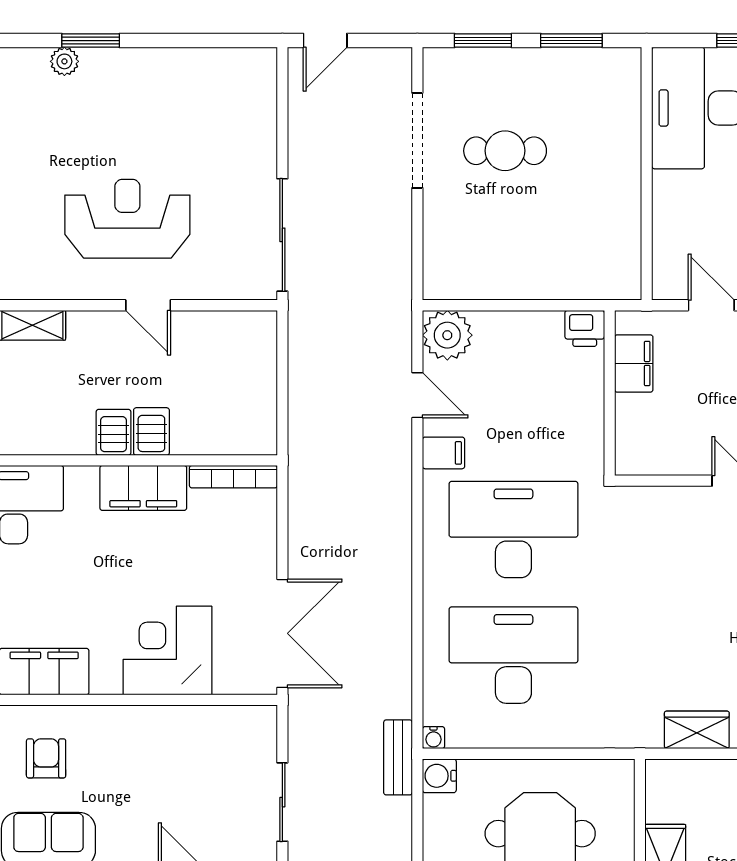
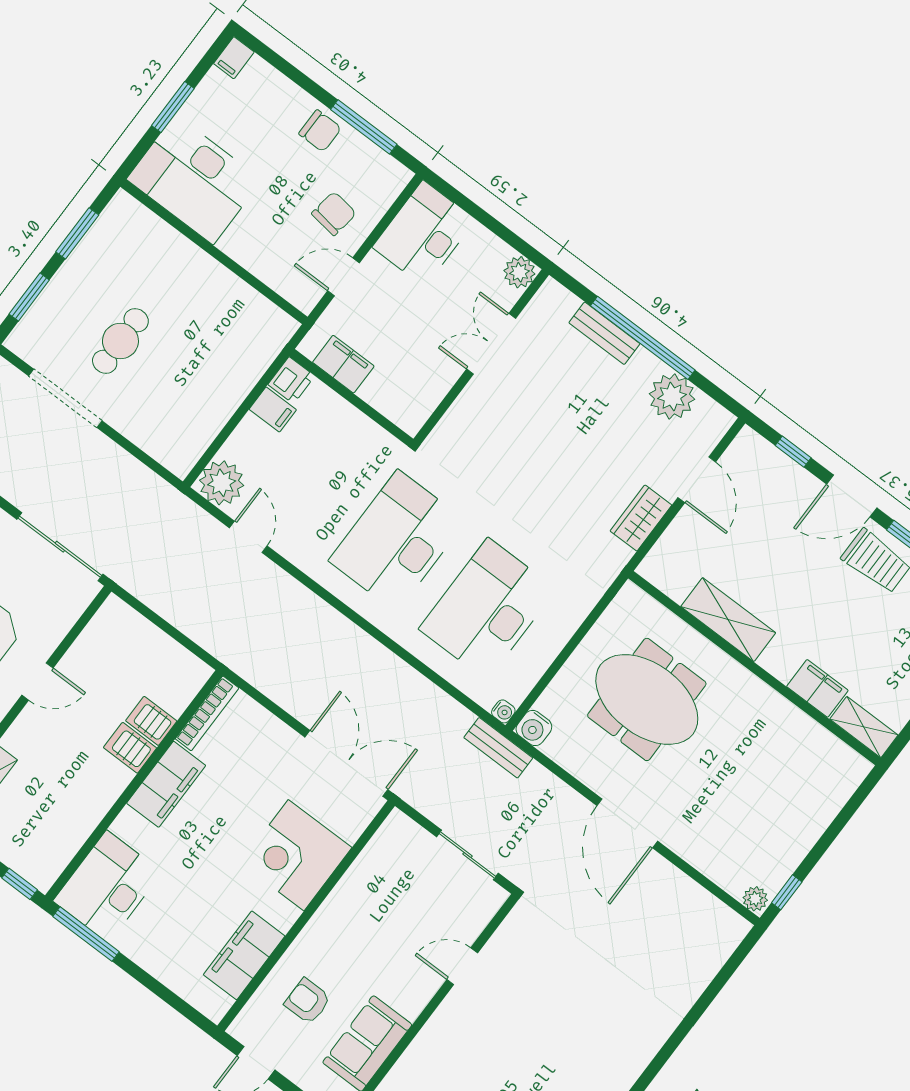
door: (417, 395) -> (248, 537), hinge flipped
server rack: (113, 432) -> (151, 721), moved
filing cabinet: (444, 453) -> (273, 410), moved, turned 90

